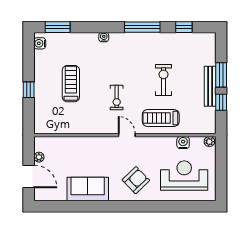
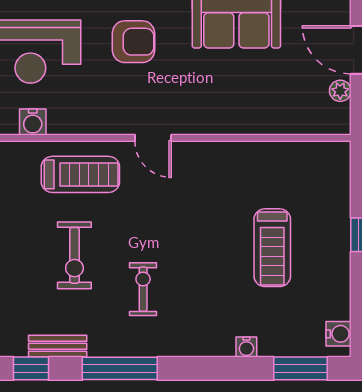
water cooler: (104, 37) -> (246, 347), moved
bench: (171, 38) -> (58, 346), added
exercise bike: (117, 98) -> (143, 289), moved
armchair: (136, 180) -> (133, 42), turned -136

